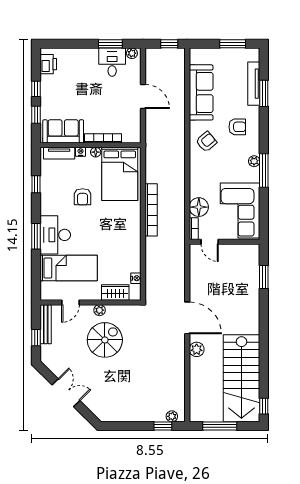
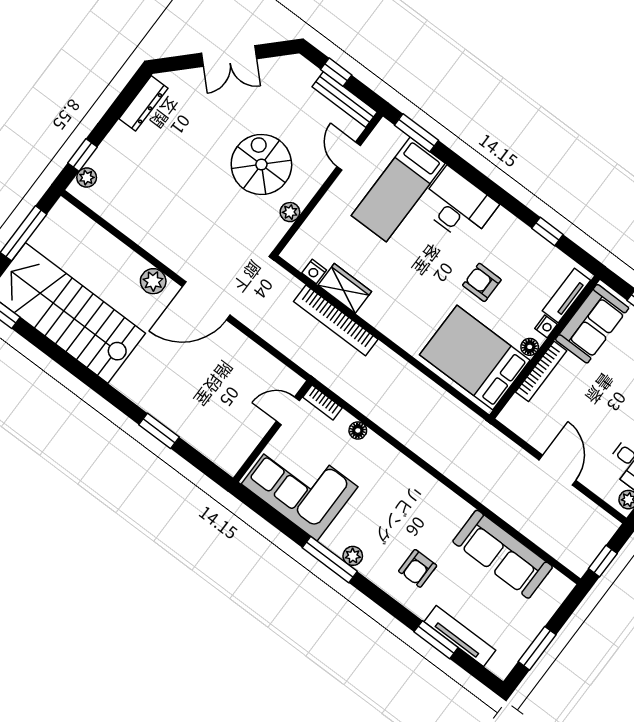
door: (143, 96) -> (557, 470), swing flipped
armchair: (206, 142) -> (429, 510), removed
floor lamp: (199, 207) -> (358, 430), width x0.53, depth x0.53
bookcase: (151, 210) -> (336, 320), moved
window: (36, 236) -> (416, 133), moved
window: (264, 277) -> (159, 431), moved
wardrobe: (115, 293) -> (345, 288), moved, turned -90
plant: (100, 310) -> (290, 212), moved
spiral stairs: (105, 340) -> (261, 164), turned 180
dresser: (118, 416) -> (143, 103), added

